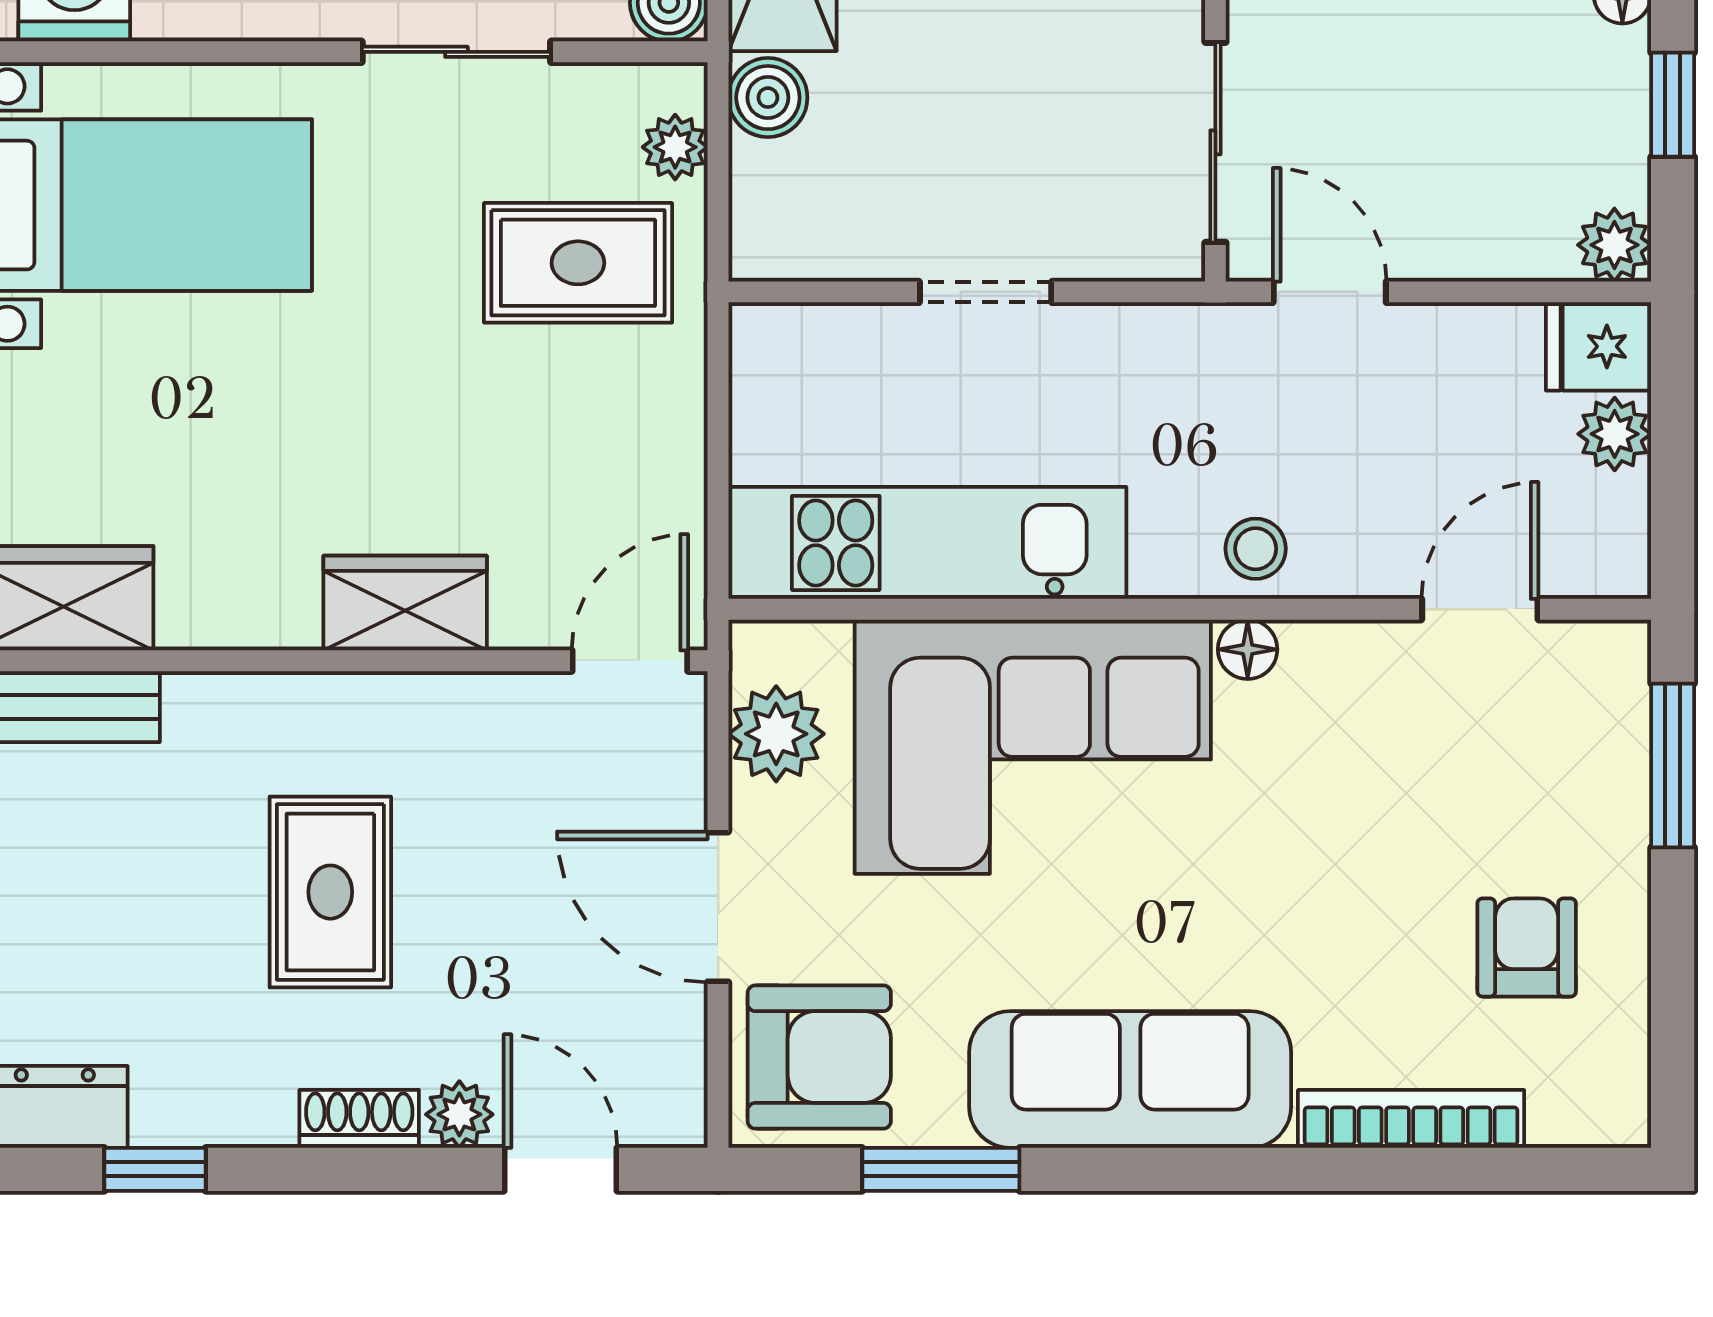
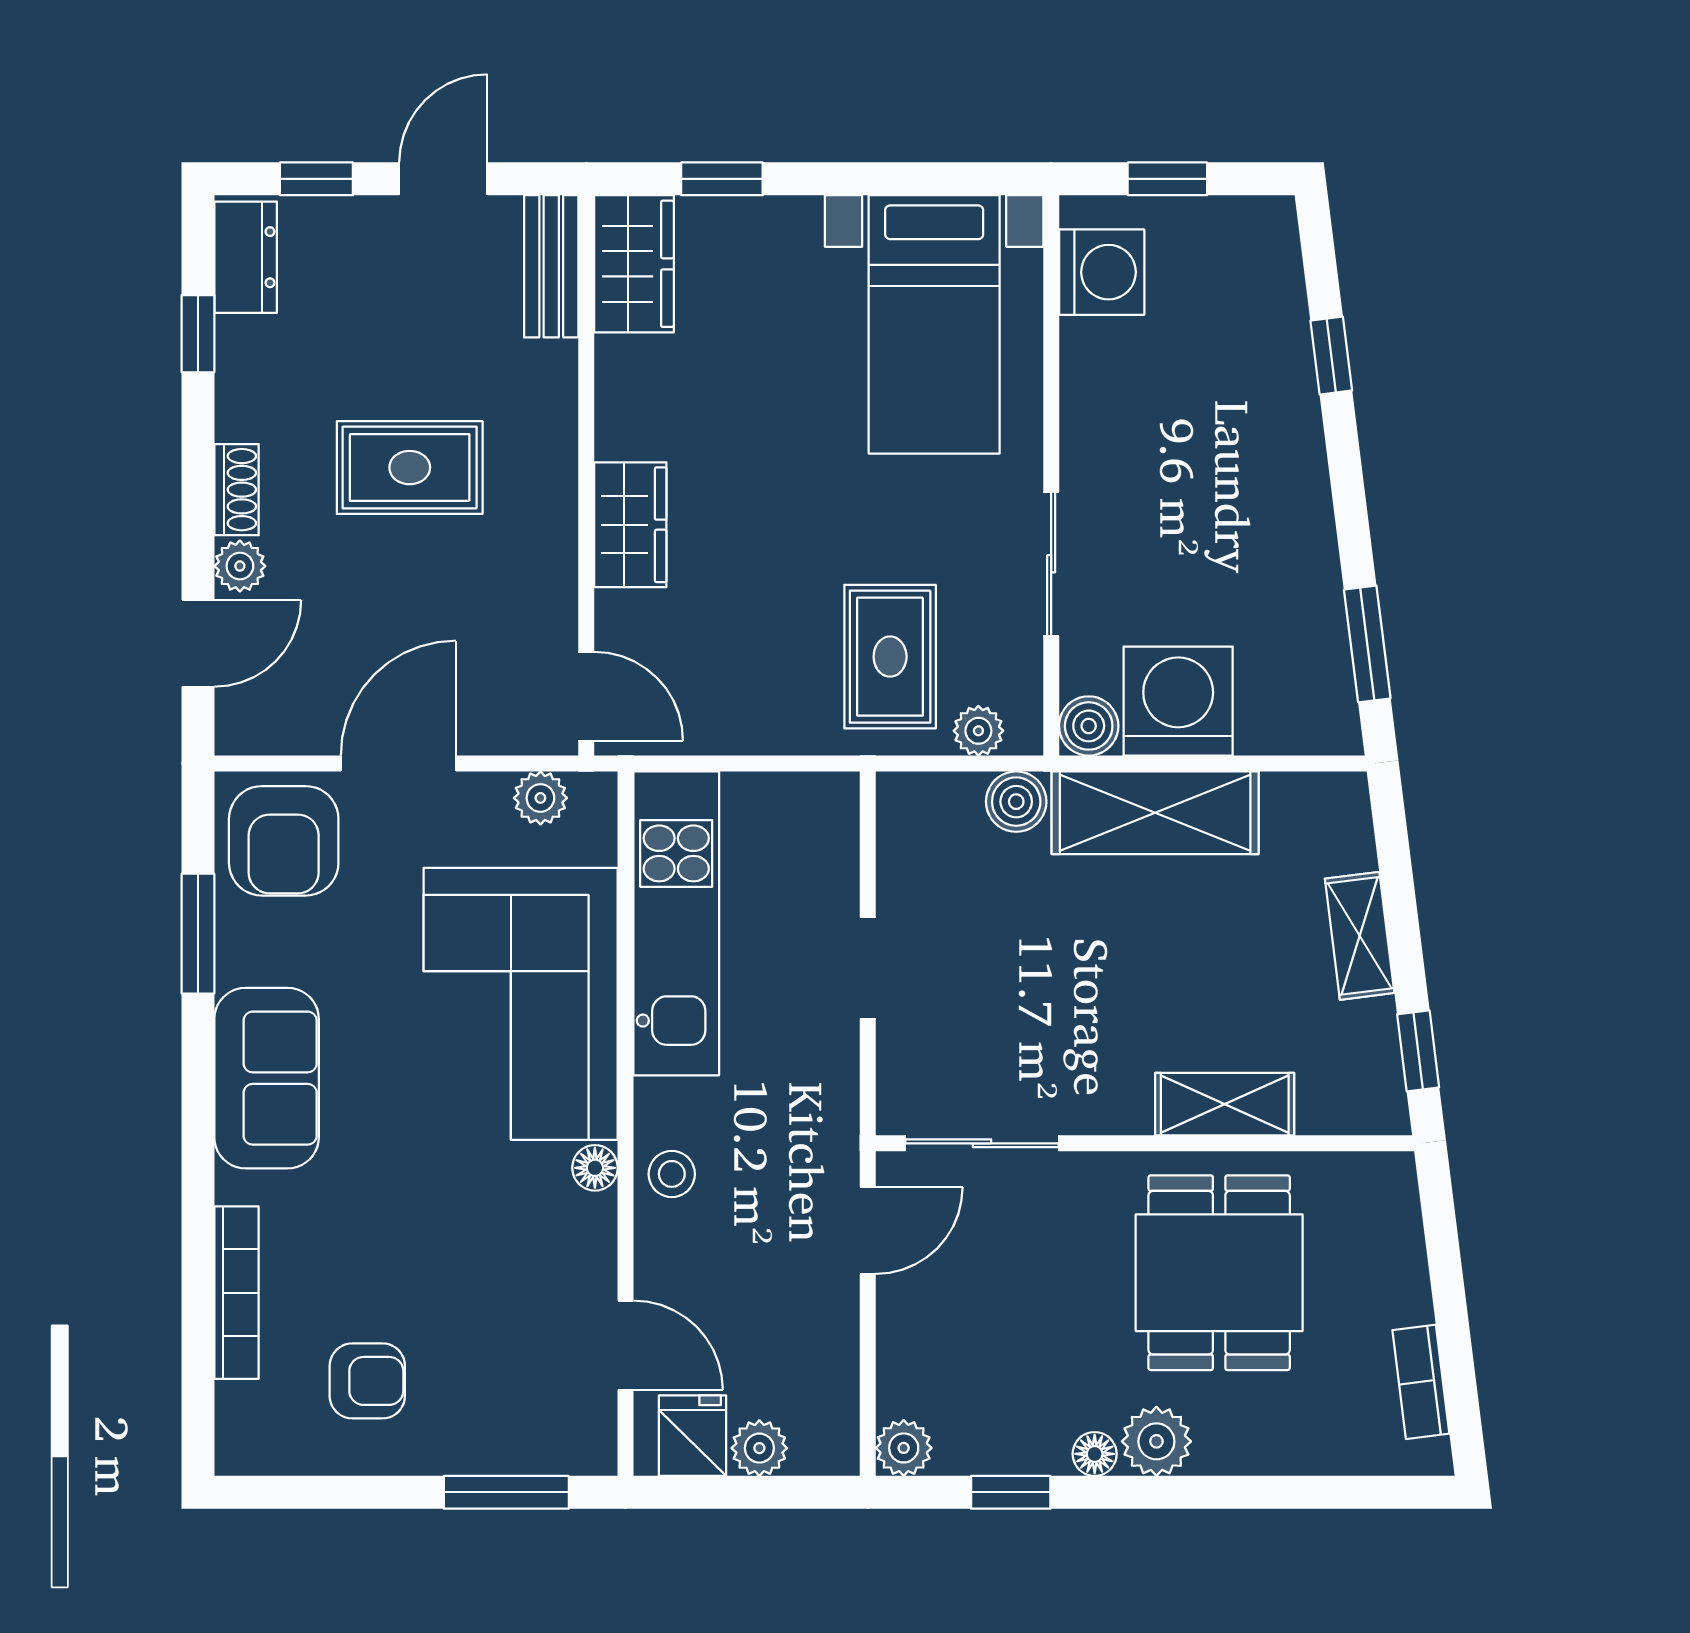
fridge: (1598, 346) -> (693, 1436), moved
plant: (776, 734) -> (540, 798), width x0.73, depth x0.73
sofa: (1130, 1079) -> (267, 1078), width x0.73

